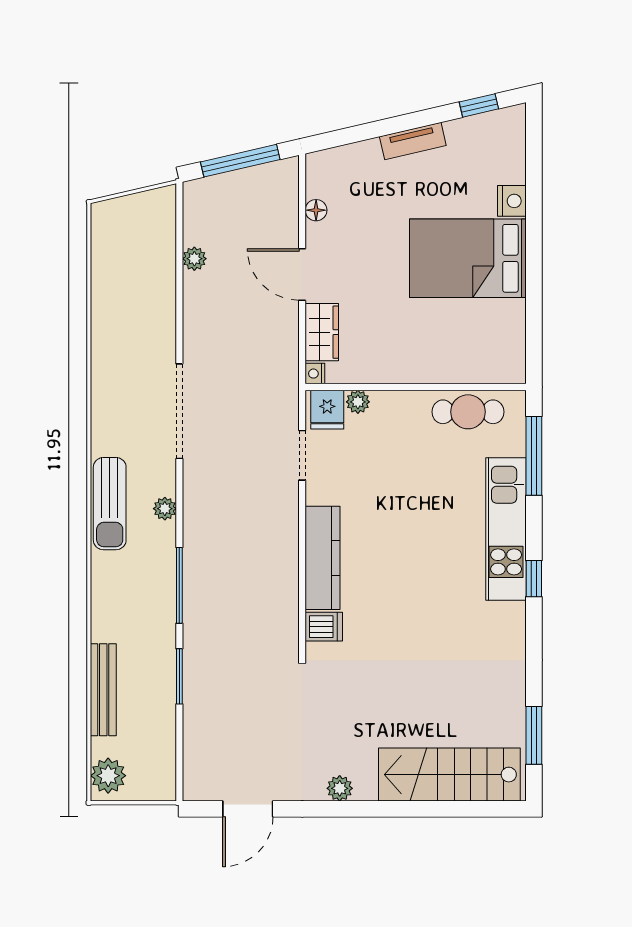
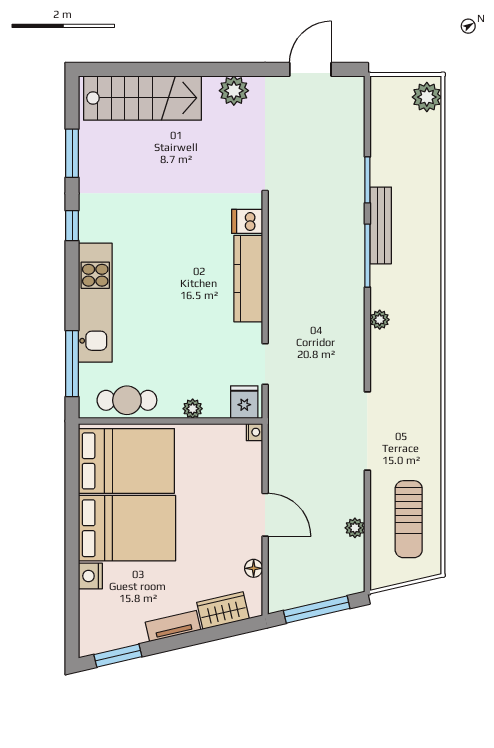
window: (479, 105) -> (118, 656), width x1.50
wardrobe: (322, 332) -> (223, 611), moved, turned 77
bed: (469, 339) -> (126, 461), added
plant: (358, 402) -> (193, 409), moved
doorway: (179, 411) -> (367, 431), moved
sun lounger: (110, 504) -> (409, 519), moved, turned 180
window: (534, 579) -> (72, 226), moved
bench: (103, 690) -> (381, 225), moved
window: (534, 735) -> (72, 153), moved
plant: (340, 788) -> (234, 91), width x1.38, depth x1.38

